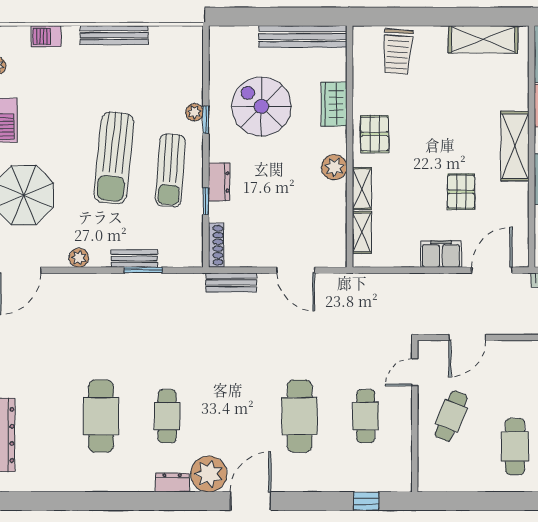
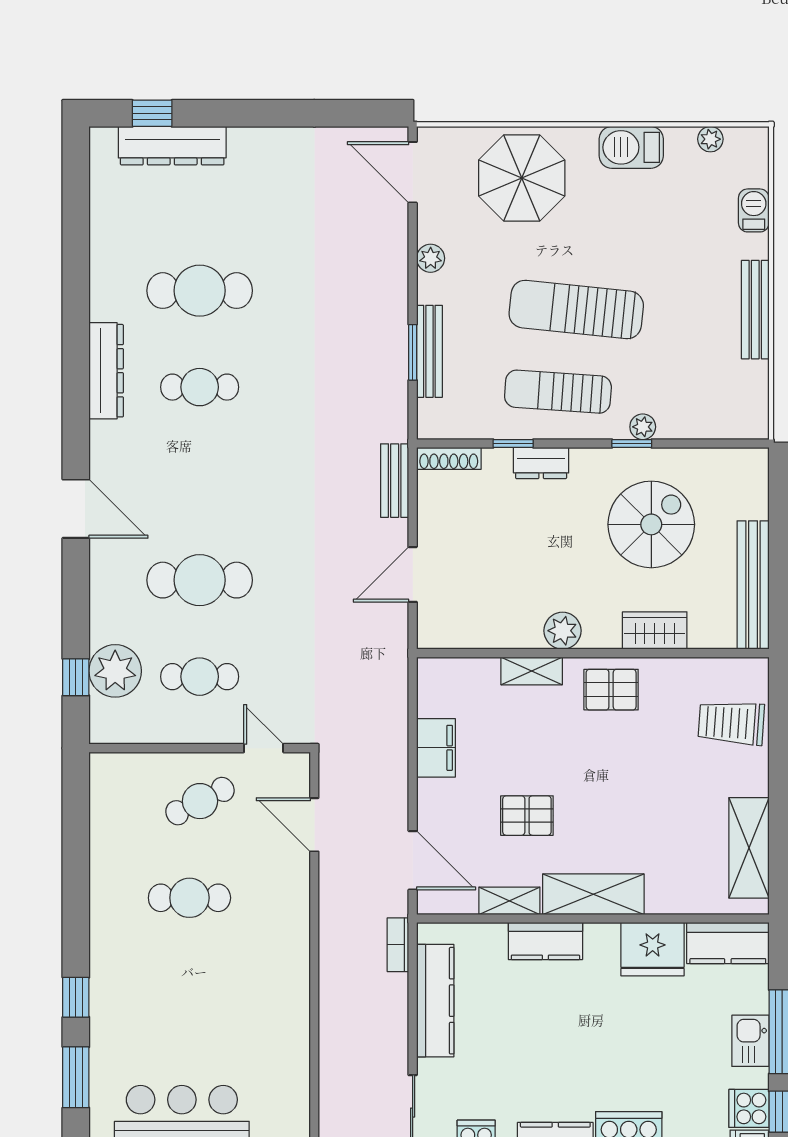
shelving: (362, 232) -> (509, 901), moved
filing cabinet: (441, 254) -> (436, 748), moved
bench: (134, 259) -> (429, 351), width x1.36
cafe table: (451, 416) -> (200, 801), turned -49
cafe table: (515, 447) -> (189, 898), moved
plant: (209, 474) -> (115, 671), moved
dresser: (172, 483) -> (106, 371), width x1.96, depth x1.24

